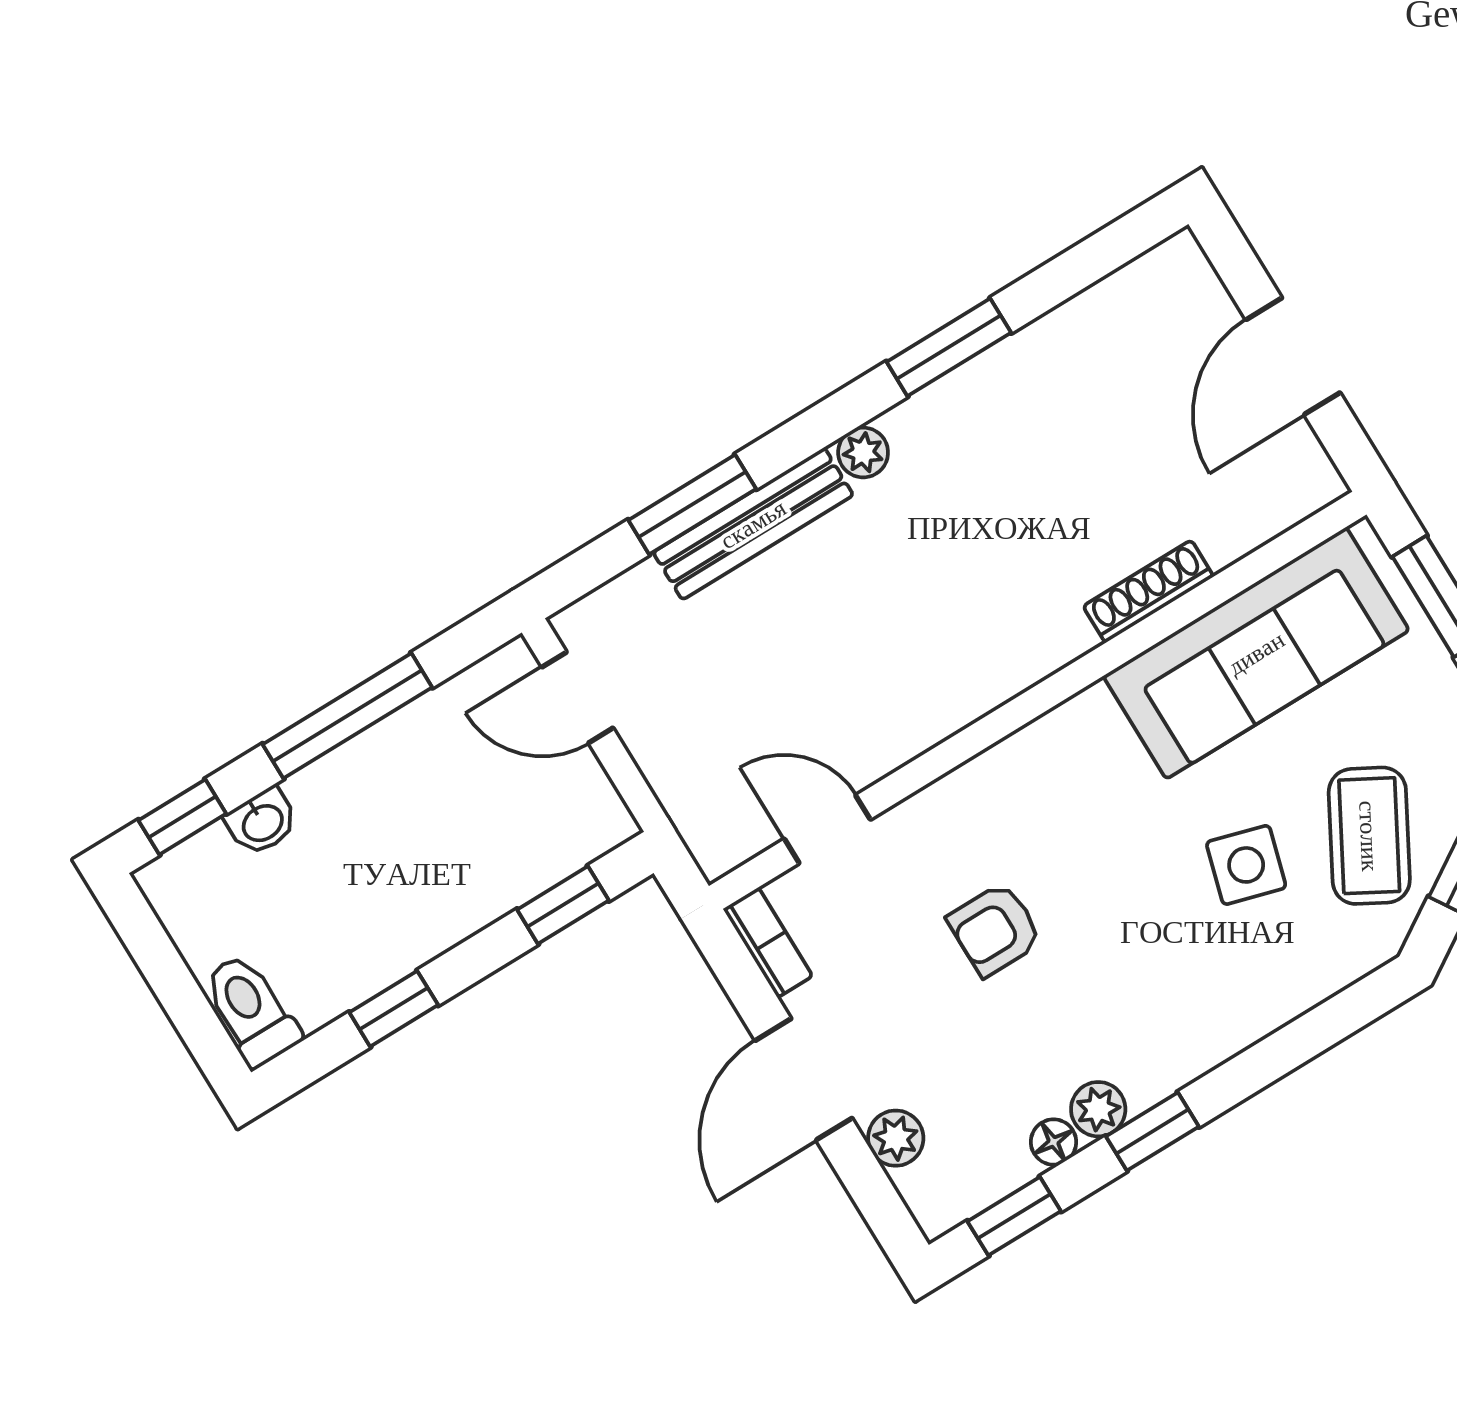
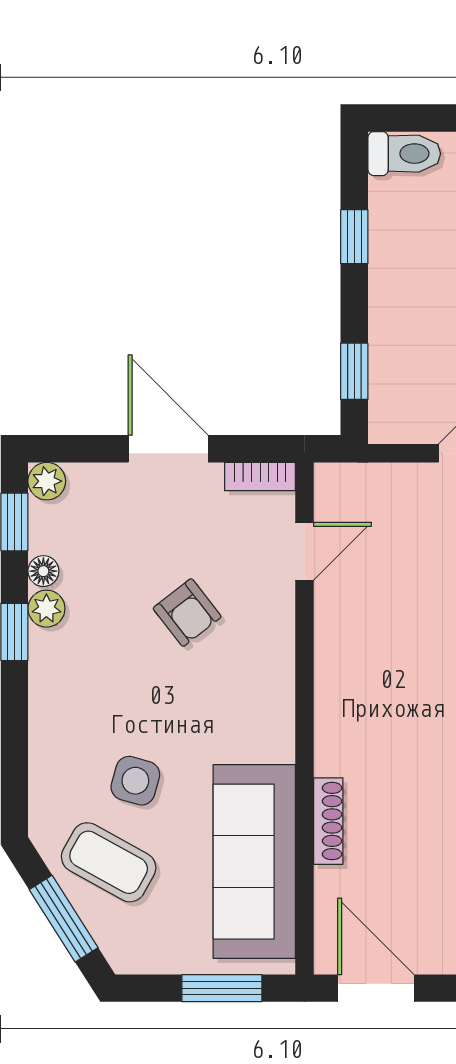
door: (1293, 356) -> (376, 988), moved
armchair: (995, 929) -> (187, 613), turned 142
plant: (896, 1138) -> (47, 481), moved

